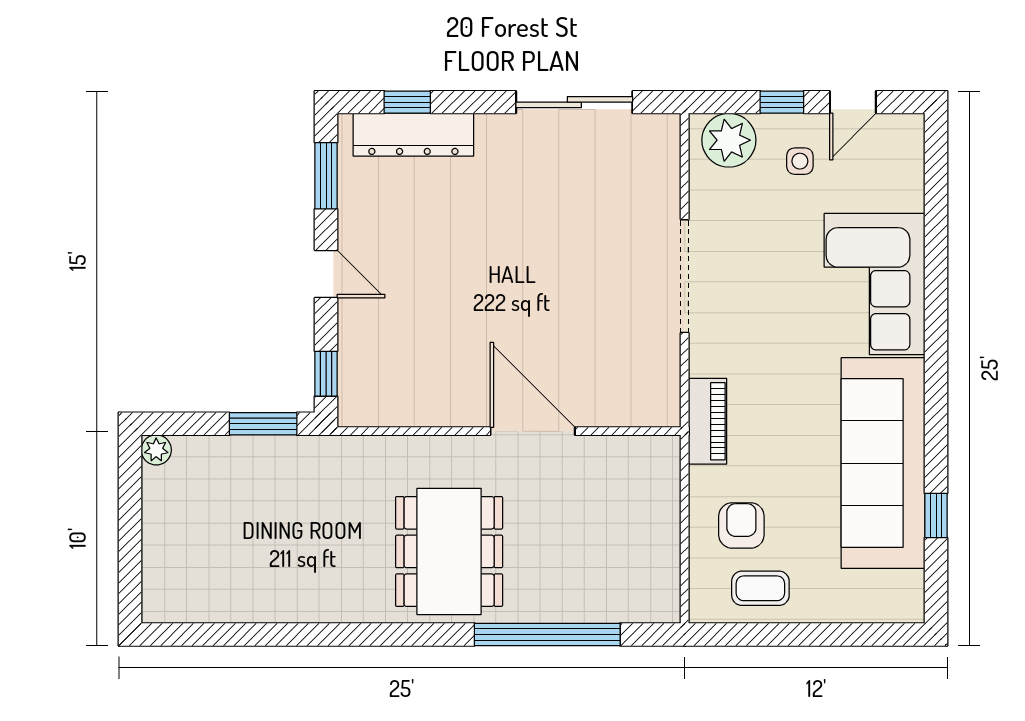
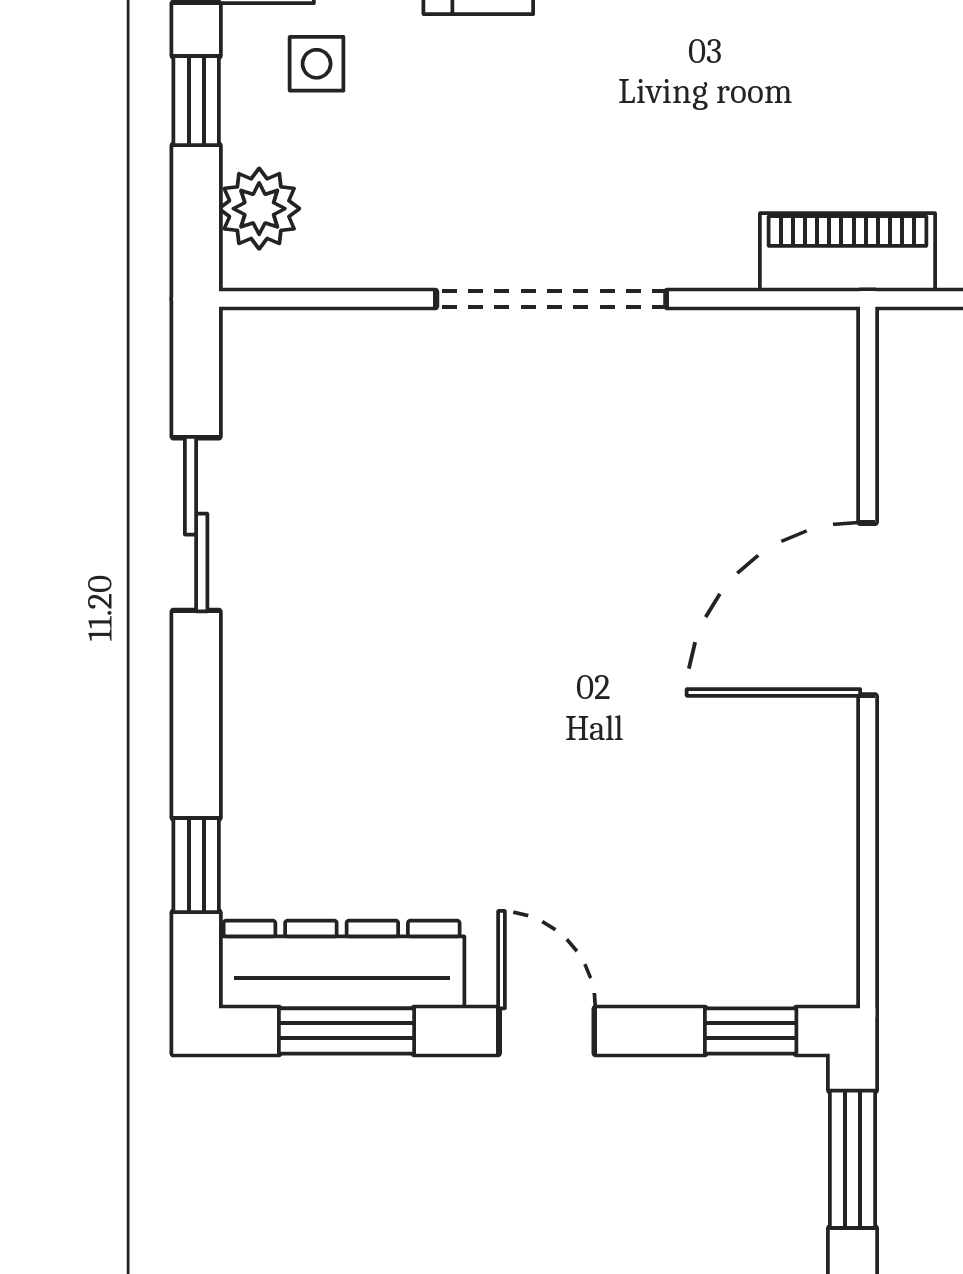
sliding door: (574, 102) -> (196, 524), width x0.73
dresser: (413, 135) -> (342, 964), moved, turned -90
plant: (729, 140) -> (259, 209), width x0.73, depth x0.73
door: (326, 274) -> (547, 1031), hinge flipped

